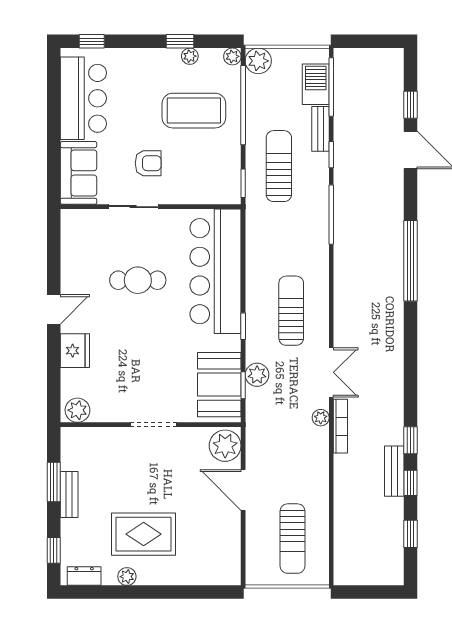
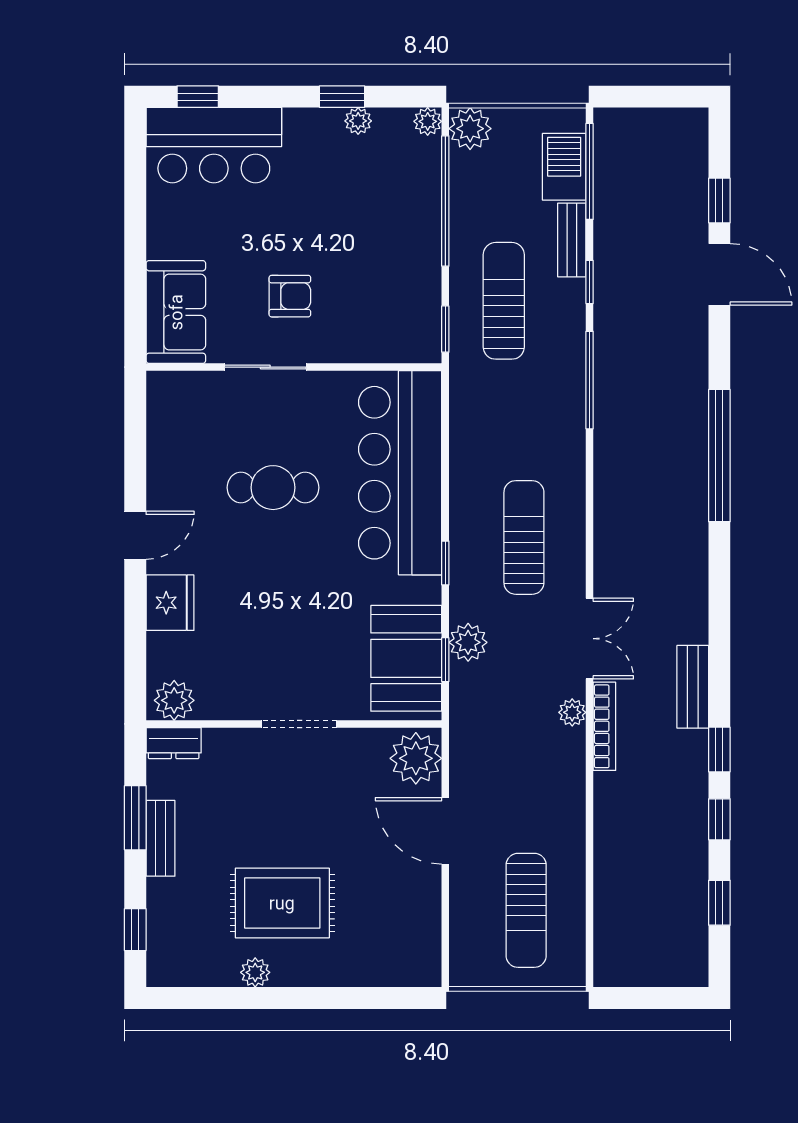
bar counter: (83, 98) -> (214, 145), moved, turned 90
coffee table: (194, 111) -> (365, 210), removed
bench: (394, 471) -> (693, 687), moved
dresser: (84, 576) -> (174, 743), moved, turned 180

